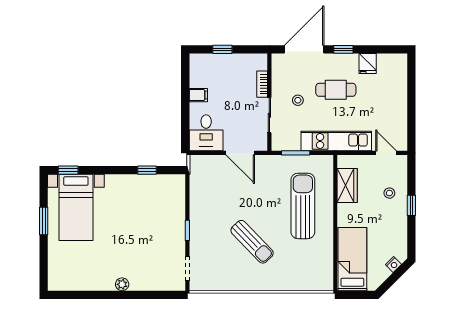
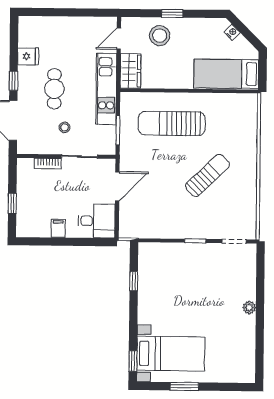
wardrobe: (347, 186) -> (130, 71), moved, turned 90
stool: (389, 193) -> (160, 36), width x1.89, depth x1.89

